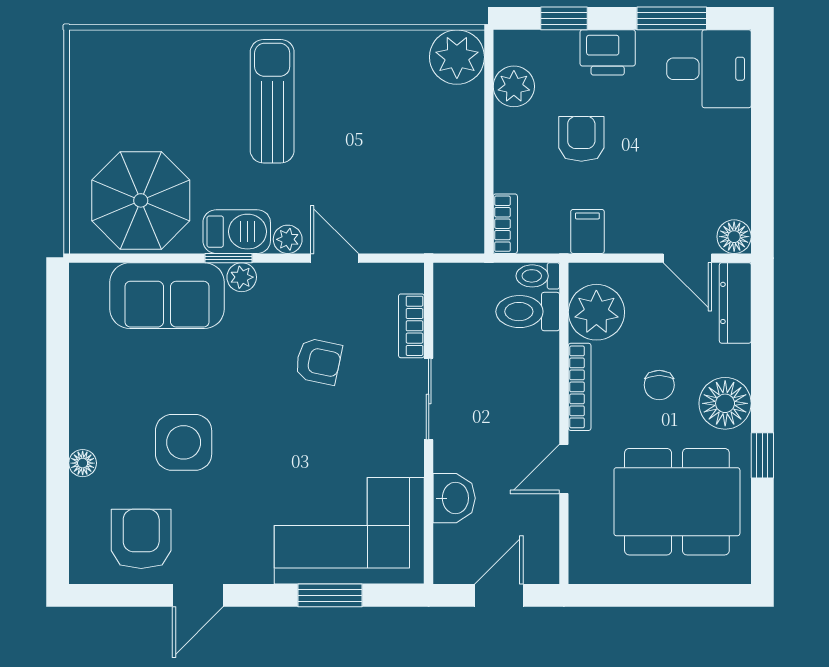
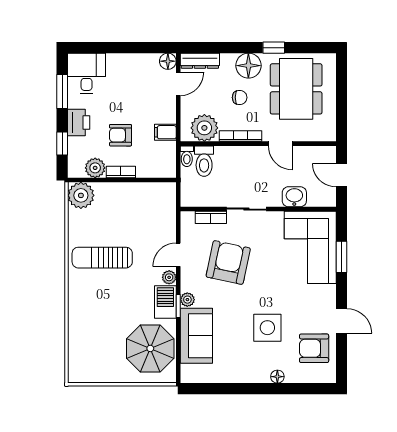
sun lounger: (272, 101) -> (102, 258), moved
bookcase: (505, 224) -> (121, 172), moved
armchair: (318, 361) -> (228, 262), width x1.88, depth x1.88

